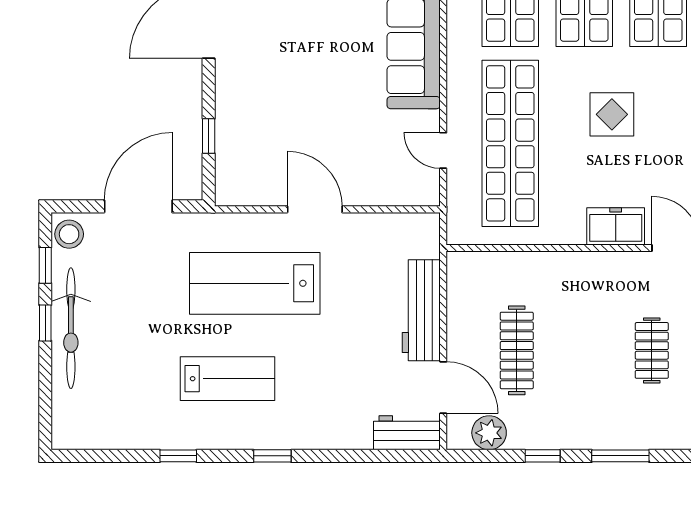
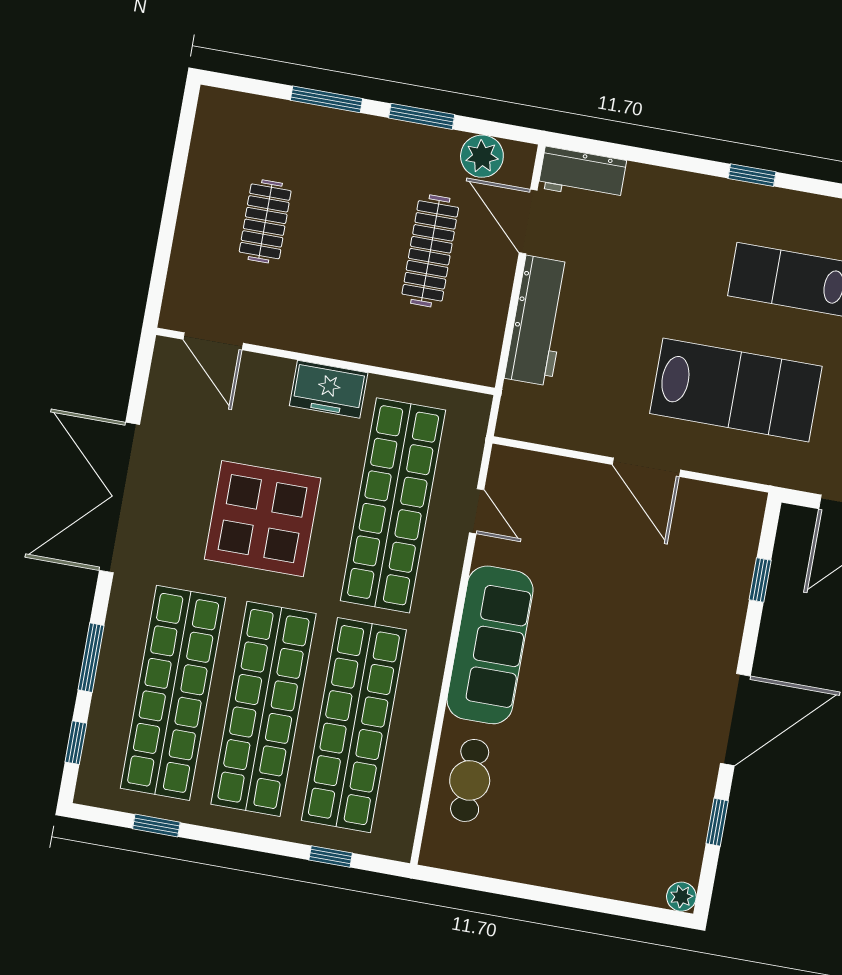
display table: (612, 114) -> (263, 519), width x1.86, depth x1.86
freezer: (616, 226) -> (329, 389), moved
window: (543, 456) -> (422, 116), width x1.50

